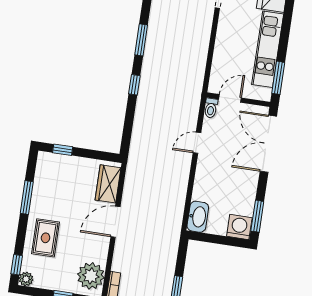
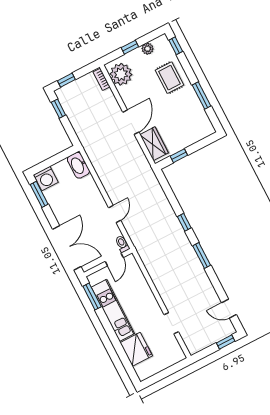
window: (63, 150) -> (179, 156), moved
plant: (26, 279) -> (147, 49), moved

